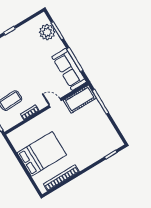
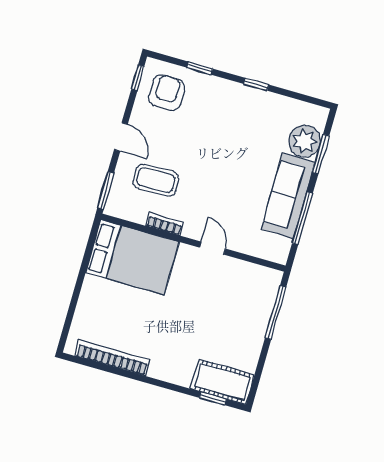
sofa: (69, 69) -> (288, 196), moved
cot: (80, 99) -> (222, 382), moved
bed: (42, 154) -> (132, 257), moved

